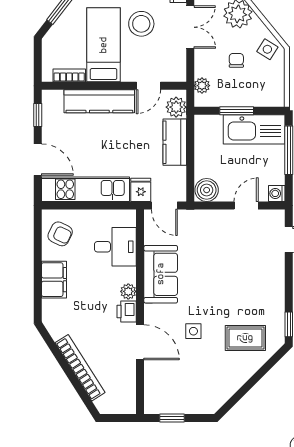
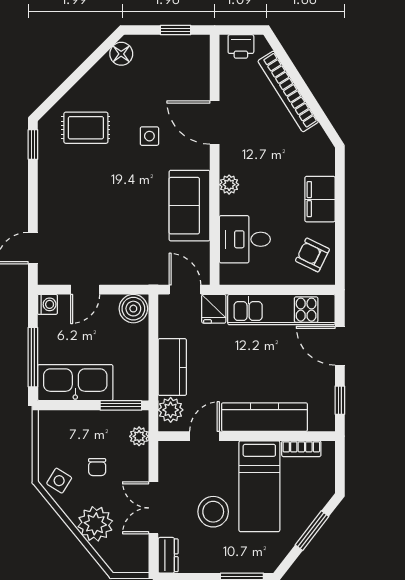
window: (237, 111) -> (121, 405), moved
printer: (127, 311) -> (241, 46), moved, turned 90
floor lamp: (217, 399) -> (121, 54), added

